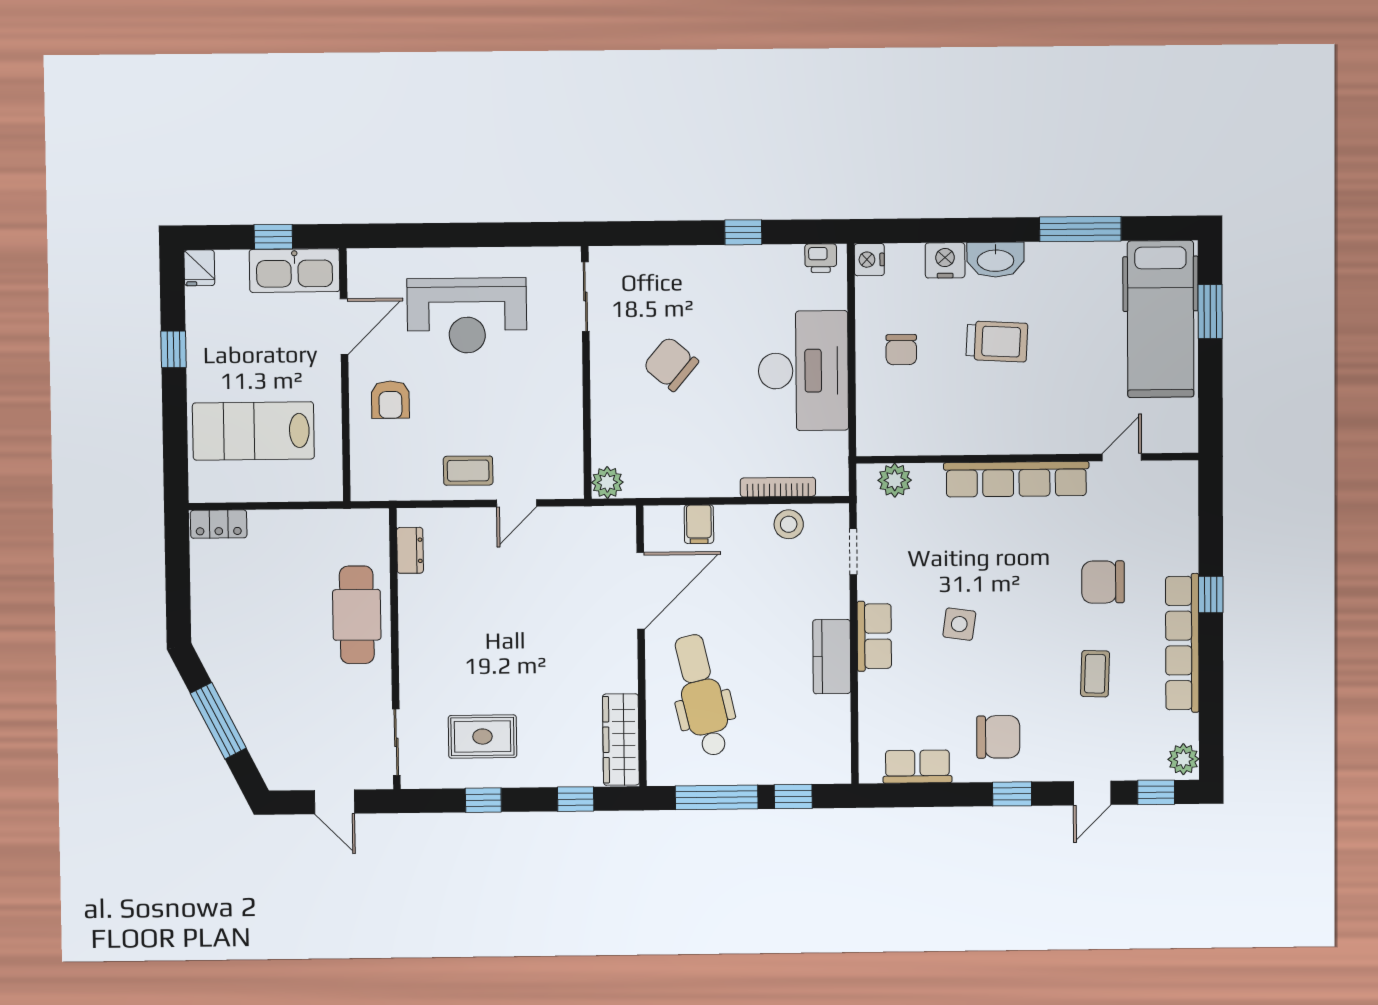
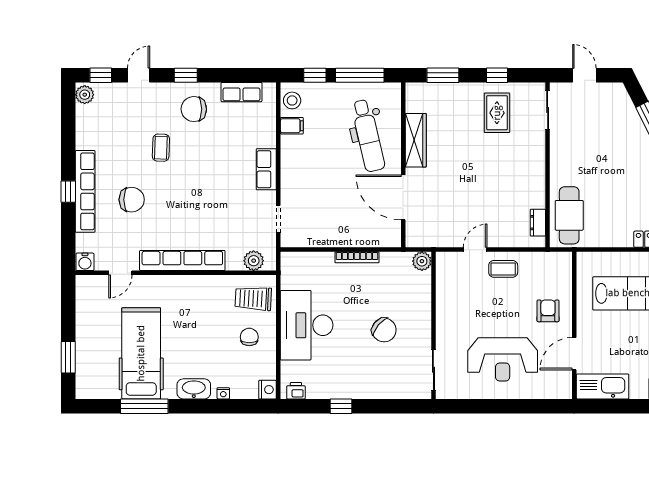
window: (273, 237) -> (615, 406), removed
nightstand: (945, 260) -> (223, 393), width x0.53, depth x0.56
reception desk: (467, 316) -> (503, 359), turned 180
hospital bed: (1161, 319) -> (141, 353), moved
trolley: (997, 341) -> (253, 299), moved
water cooler: (1182, 475) -> (85, 262), added
bookcase: (778, 487) -> (357, 257), moved
filing cabinet: (699, 524) -> (292, 126), moved, turned 90
stool: (789, 524) -> (292, 100), moved
door: (641, 591) -> (403, 197), hinge flipped
cafe table: (357, 615) -> (569, 215), moved
side table: (959, 624) -> (216, 176), removed
row of seats: (1182, 643) -> (85, 191), moved
kitchen counter: (832, 657) -> (291, 158), removed
coffee table: (1095, 674) -> (161, 148), moved
rug: (482, 737) -> (497, 113), turned 90
wardrobe: (621, 740) -> (416, 140), moved
window: (576, 799) -> (443, 75), width x1.50

